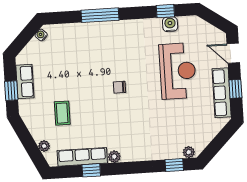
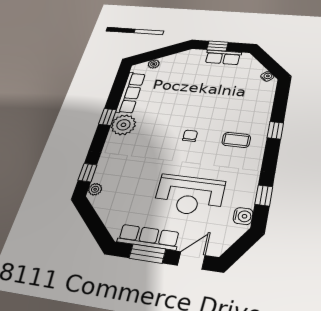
window: (100, 15) -> (275, 130), width x0.46
water cooler: (170, 24) -> (243, 216), moved
window: (235, 89) -> (147, 254), width x1.50
coffee table: (62, 113) -> (236, 140), moved
plant: (114, 157) -> (123, 125), width x1.88, depth x1.88
window: (91, 170) -> (107, 117), moved

